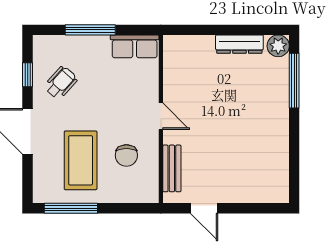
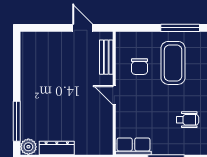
wheelchair: (61, 83) -> (187, 120), turned -132
chair: (126, 155) -> (139, 67), turned 180

